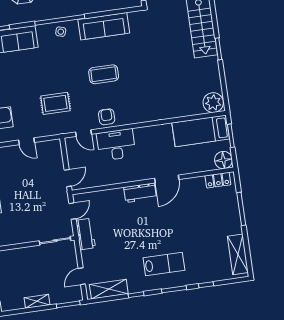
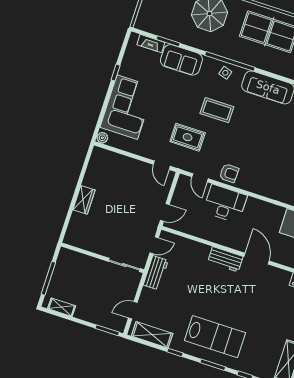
coffee table: (104, 74) -> (217, 110), moved
armchair: (107, 117) -> (229, 173), turned 91
door: (27, 141) -> (162, 165), moved
door: (167, 179) -> (257, 259), swing flipped
lab bench: (164, 264) -> (215, 337), width x1.36, depth x1.39
shelving: (37, 301) -> (62, 307), moved

